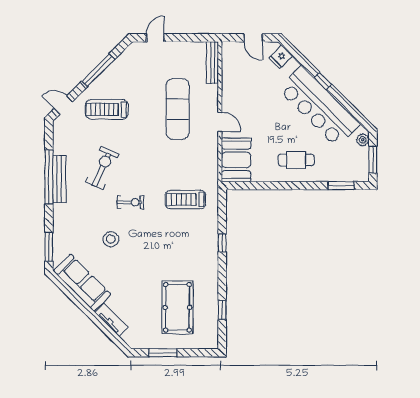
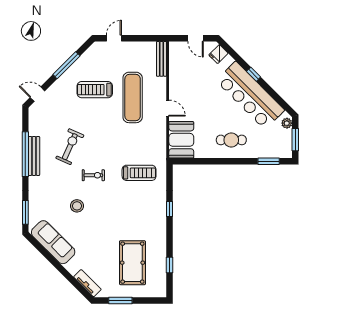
treadmill: (107, 109) -> (95, 90), moved
treadmill: (185, 200) -> (139, 173), turned 180
tv unit: (111, 320) -> (87, 283), moved

